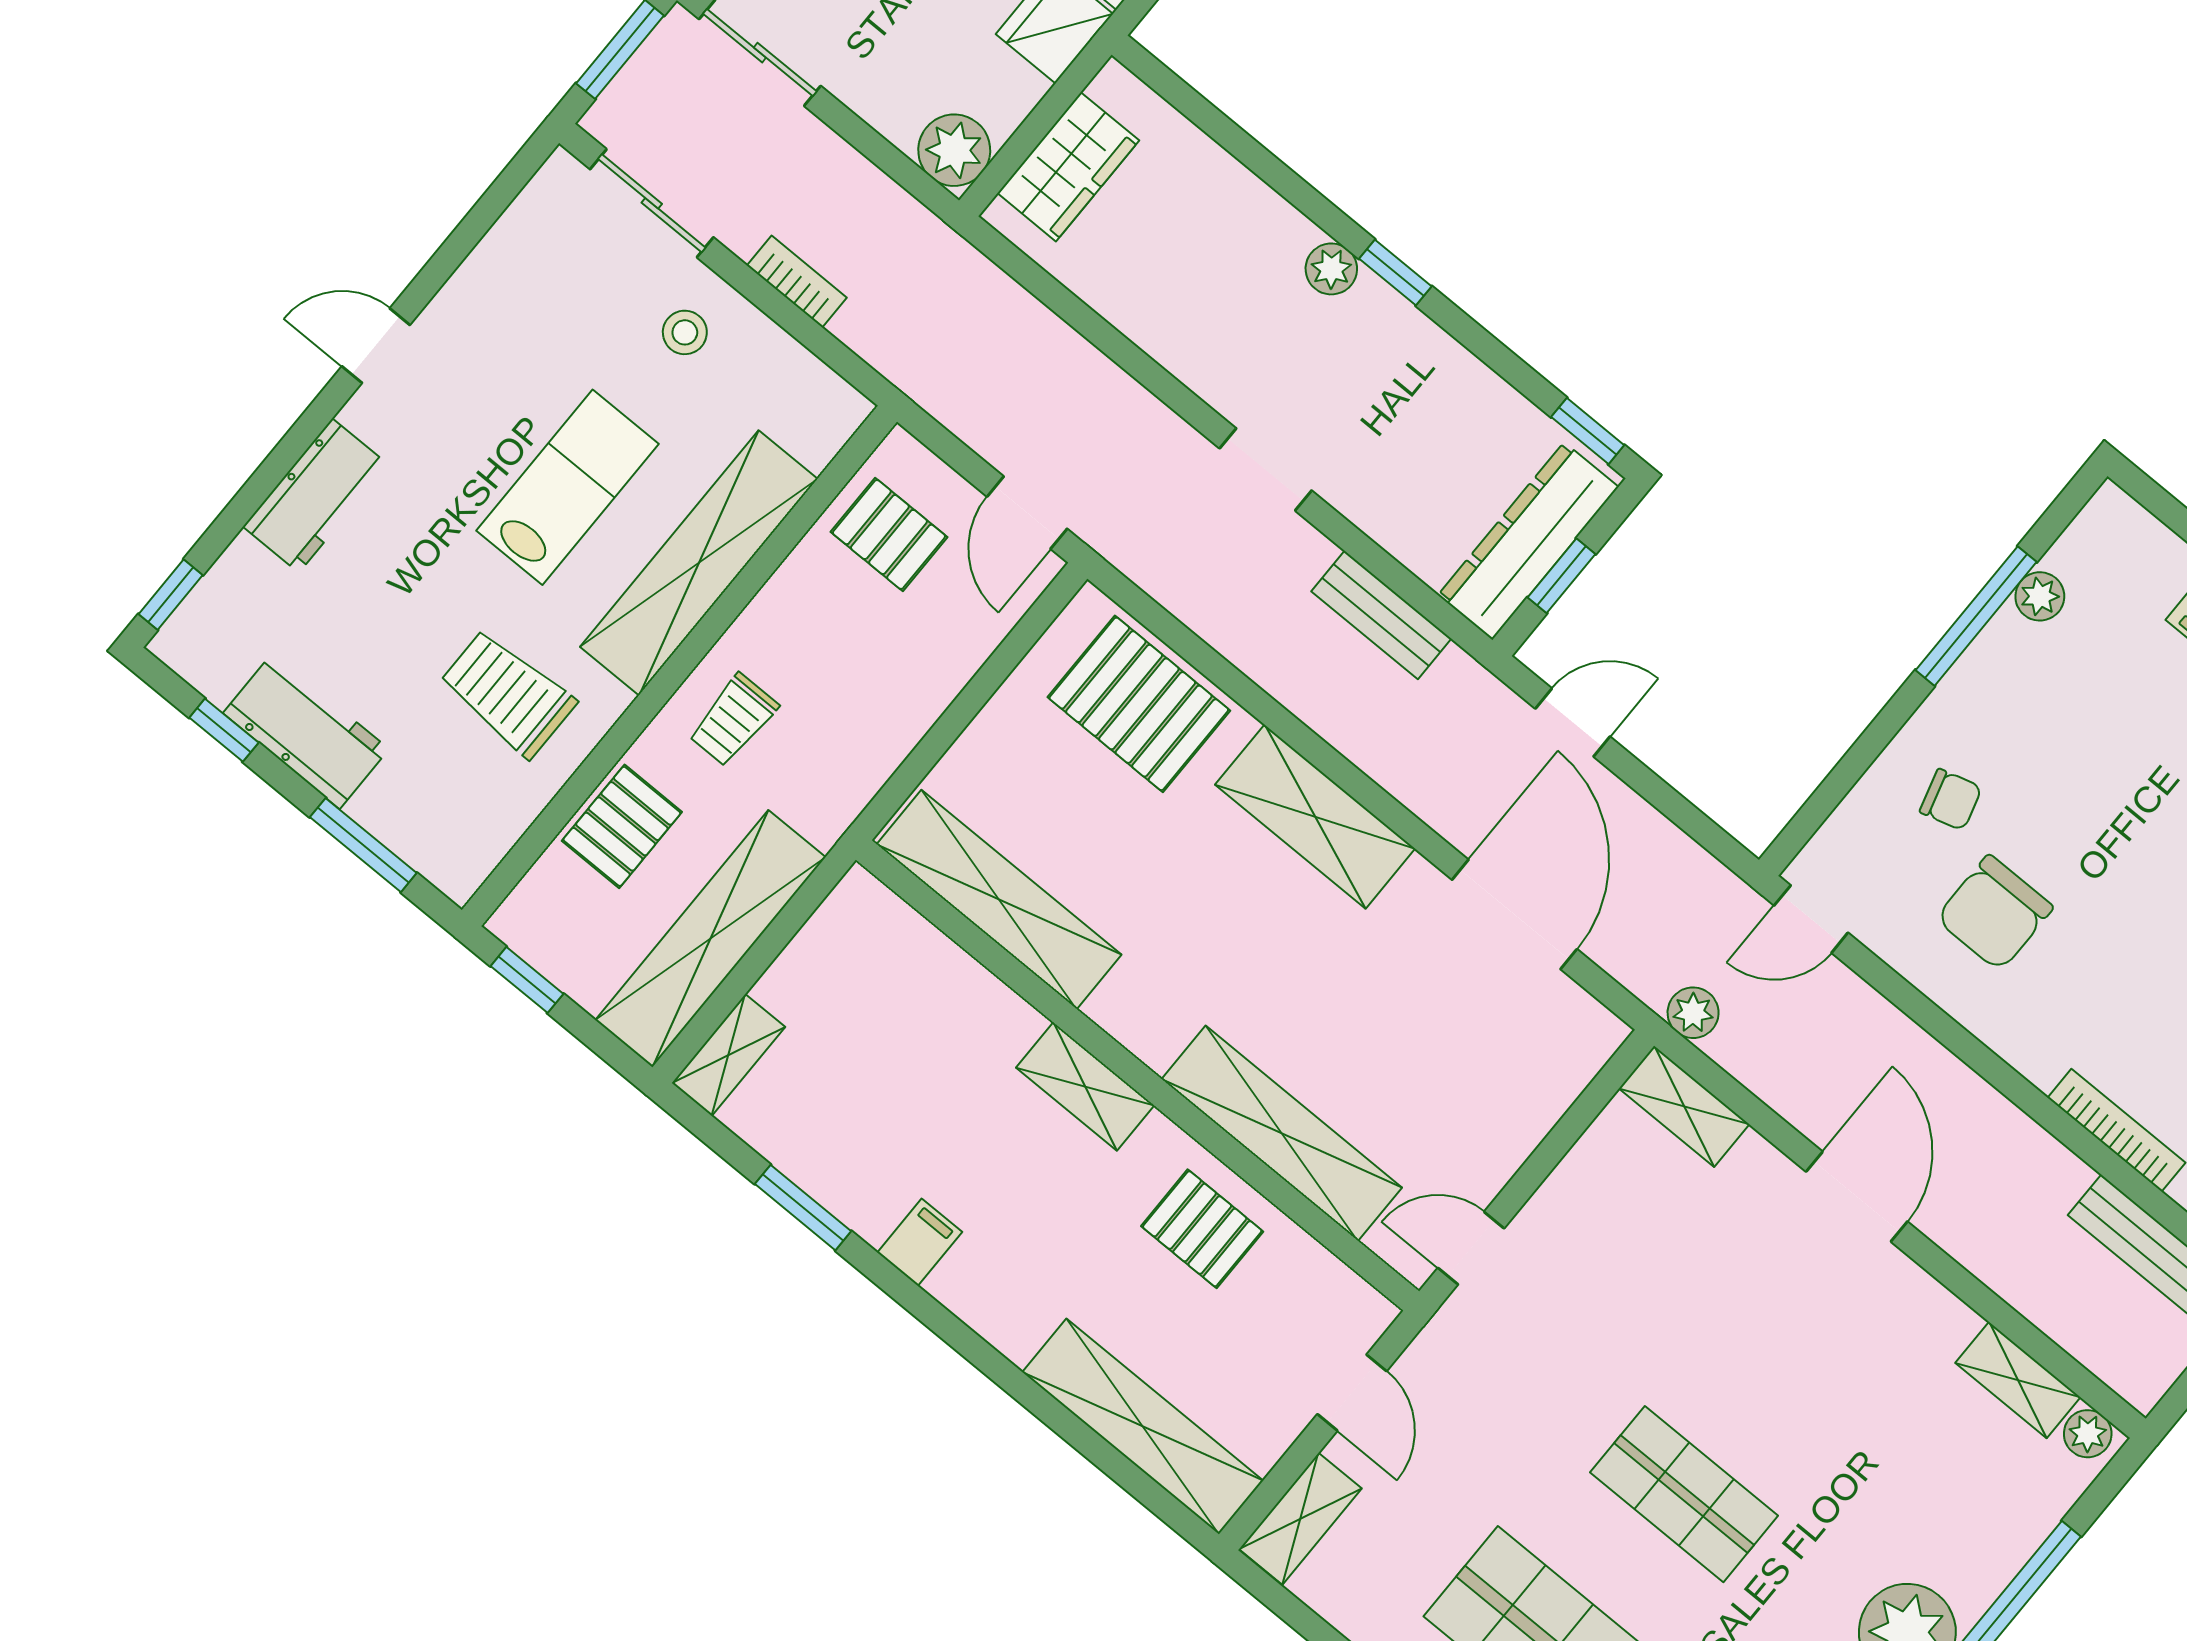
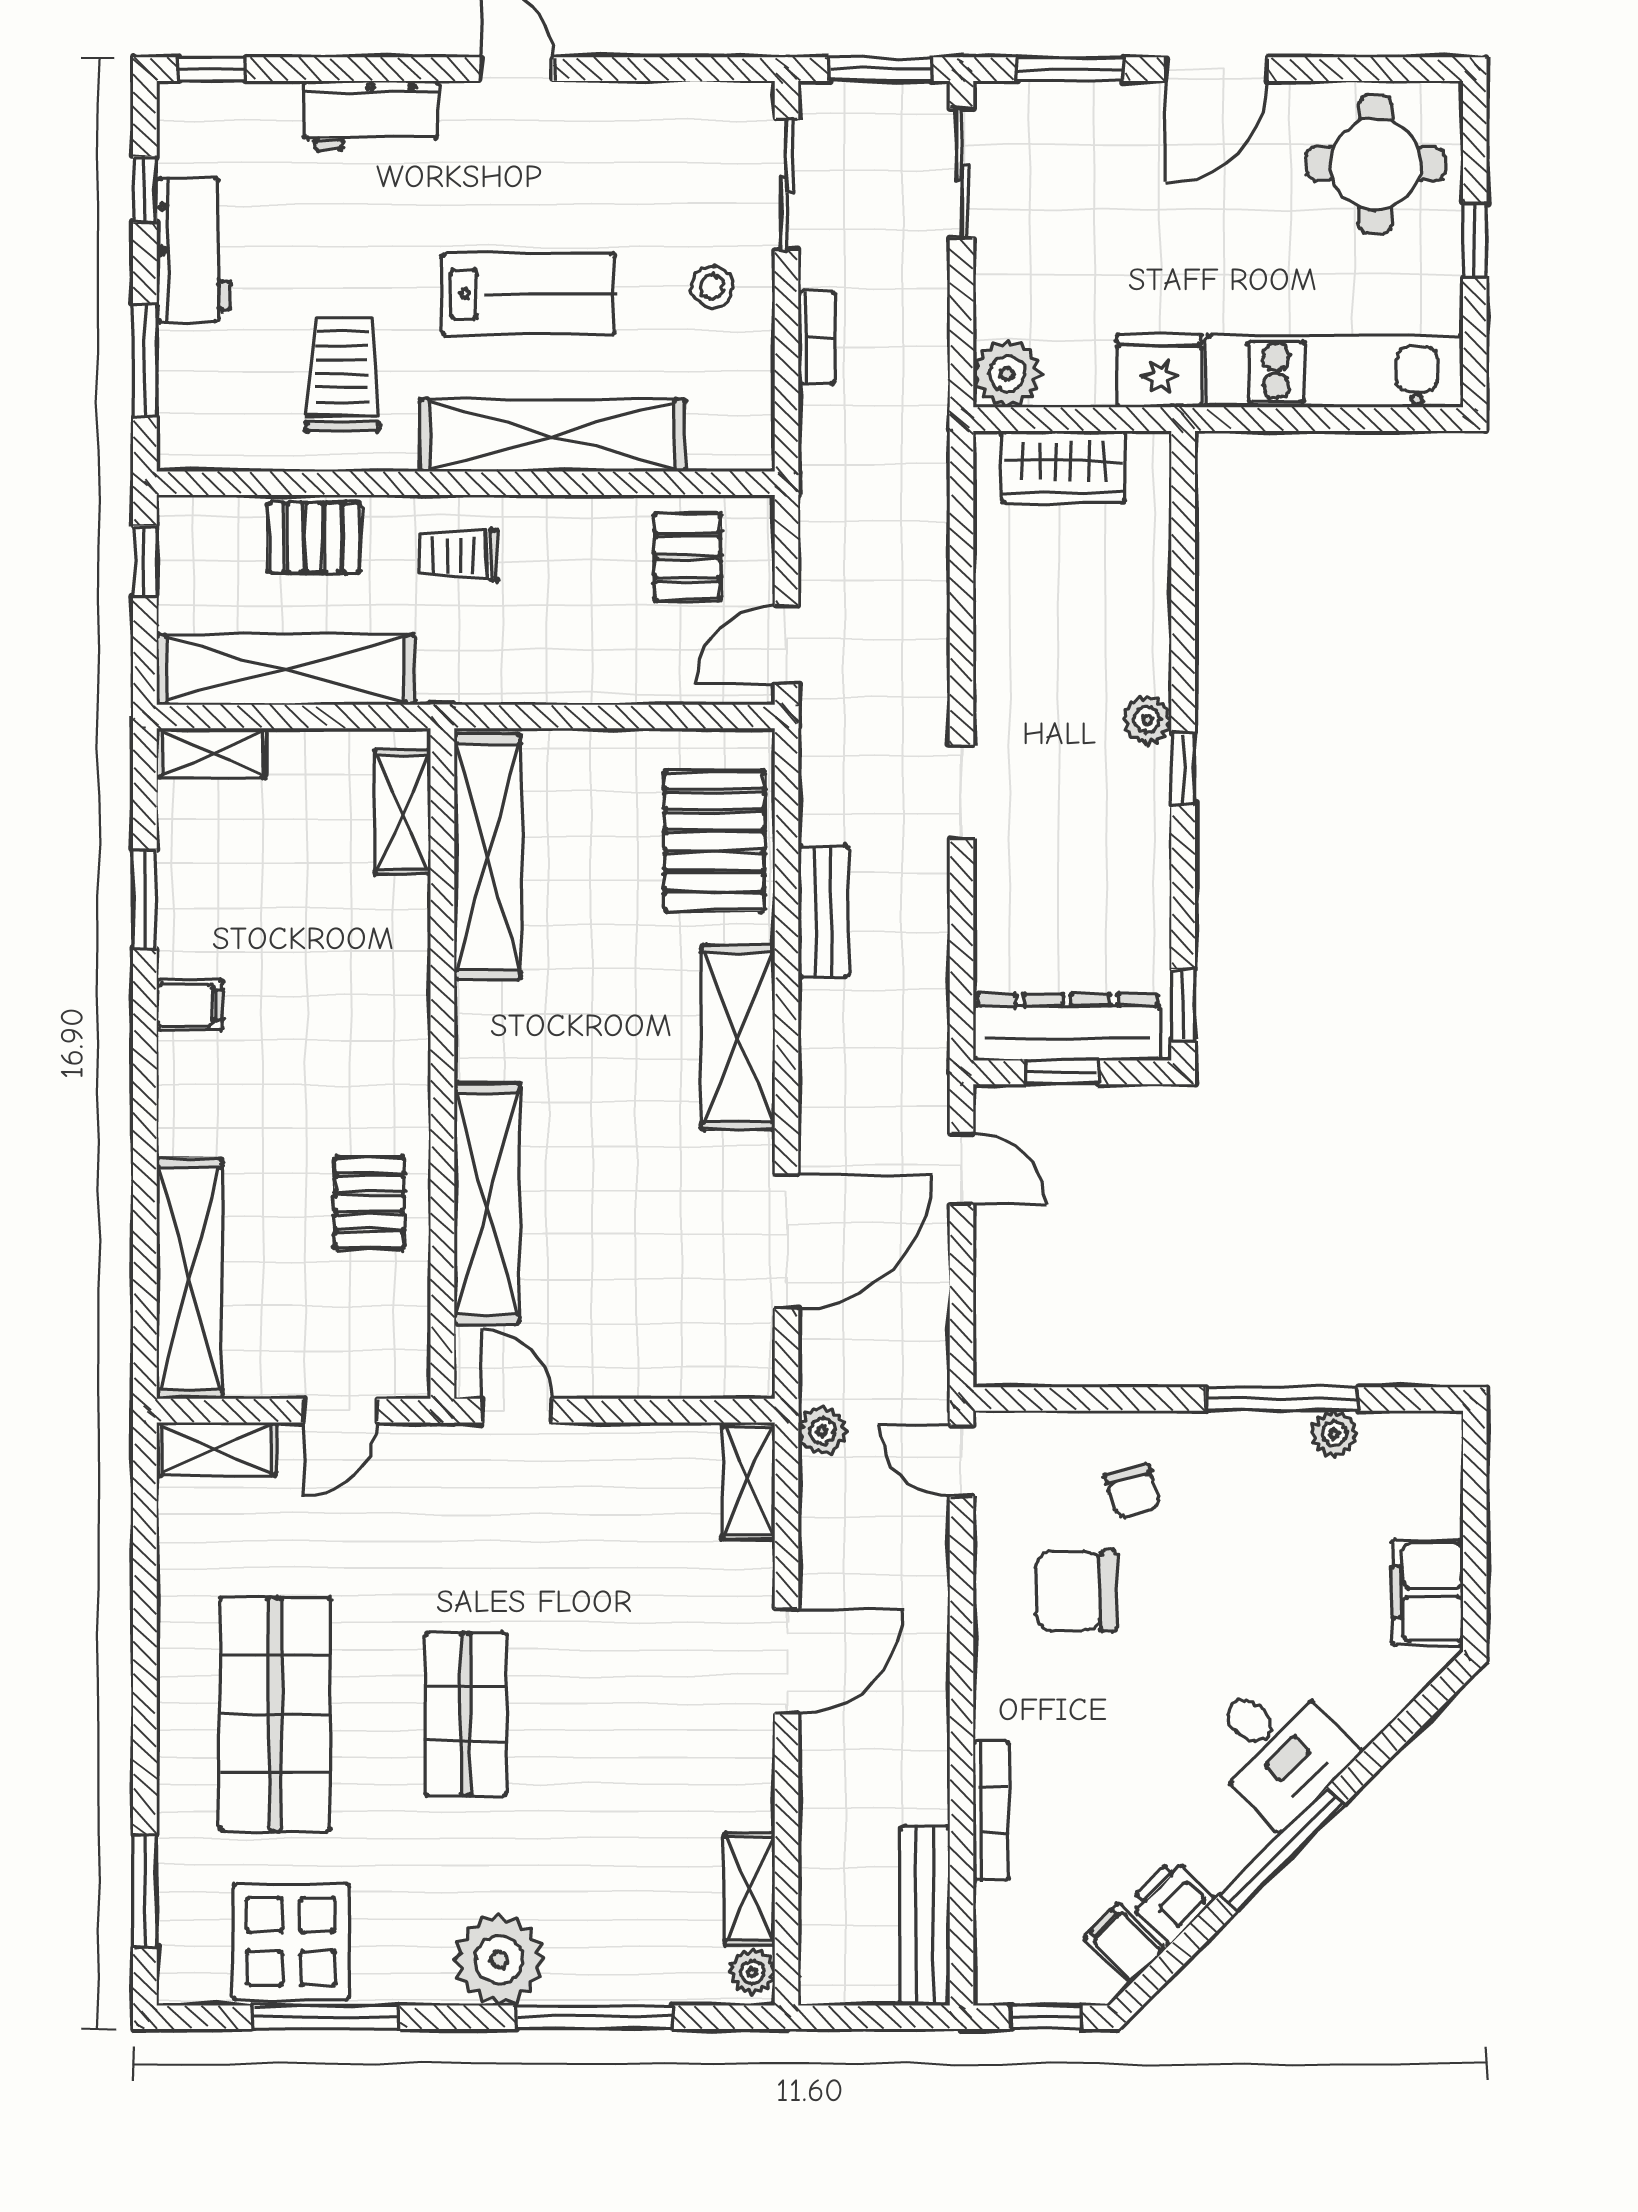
bench: (1381, 615) -> (823, 911), moved
shelving: (1085, 1086) -> (403, 812), moved

